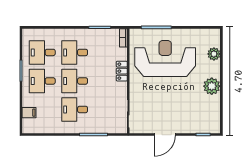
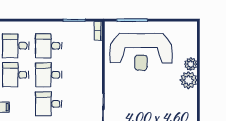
plant: (214, 54) -> (191, 64), moved
reception desk: (165, 59) -> (141, 52), turned 180
locker: (122, 71) -> (97, 65), removed

